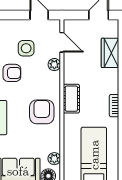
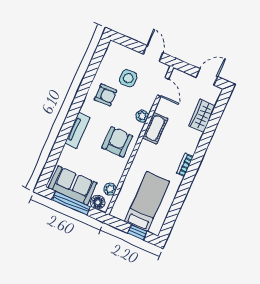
plant: (54, 65) -> (142, 116), moved
cot: (71, 99) -> (155, 128), moved

